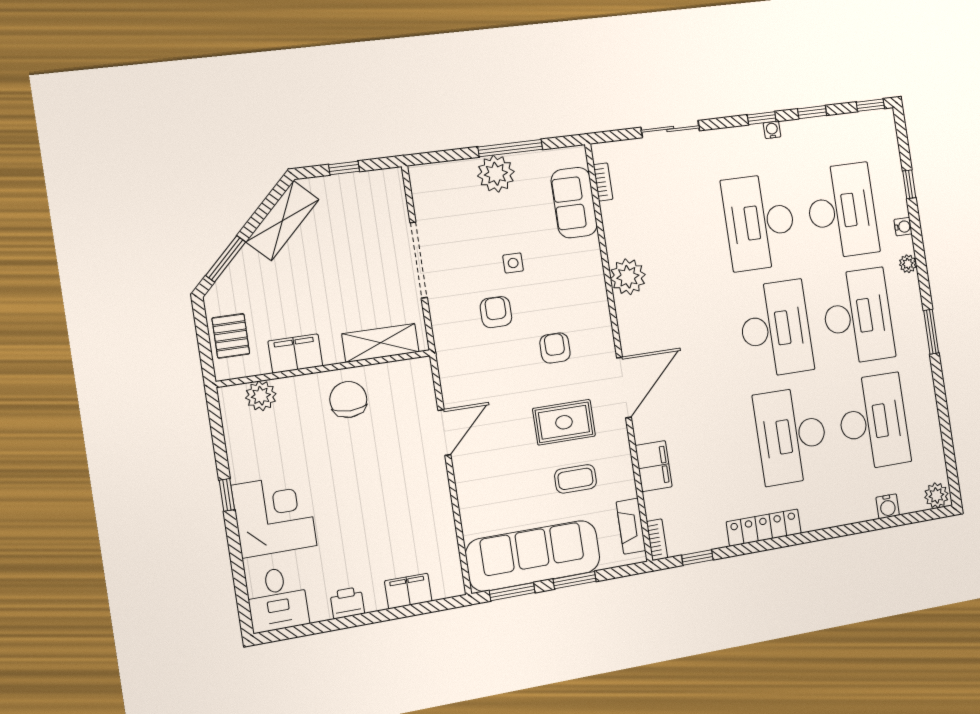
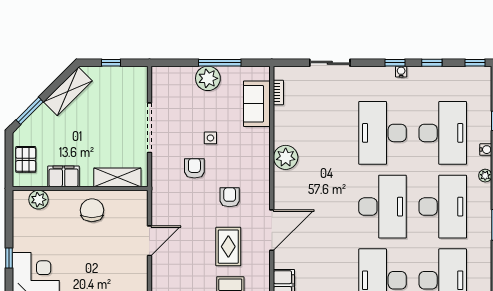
rug: (564, 422) -> (228, 247), turned 90

